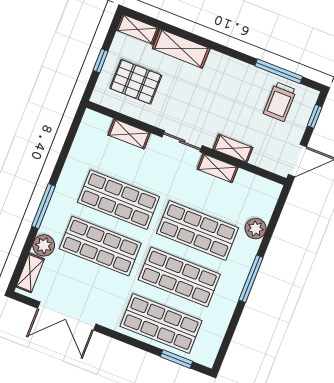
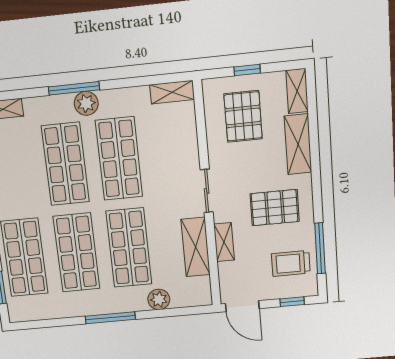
pallet: (225, 92) -> (275, 208), added
shelving: (129, 134) -> (172, 92), moved, turned 90
shelving: (218, 168) -> (196, 247), width x1.50, depth x1.33
plant: (44, 245) -> (86, 103), moved

